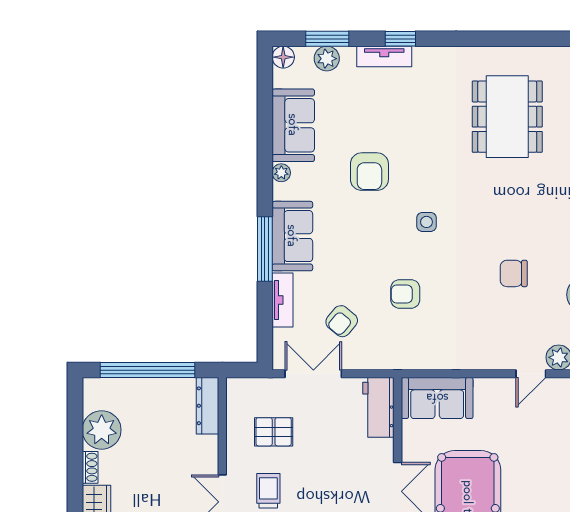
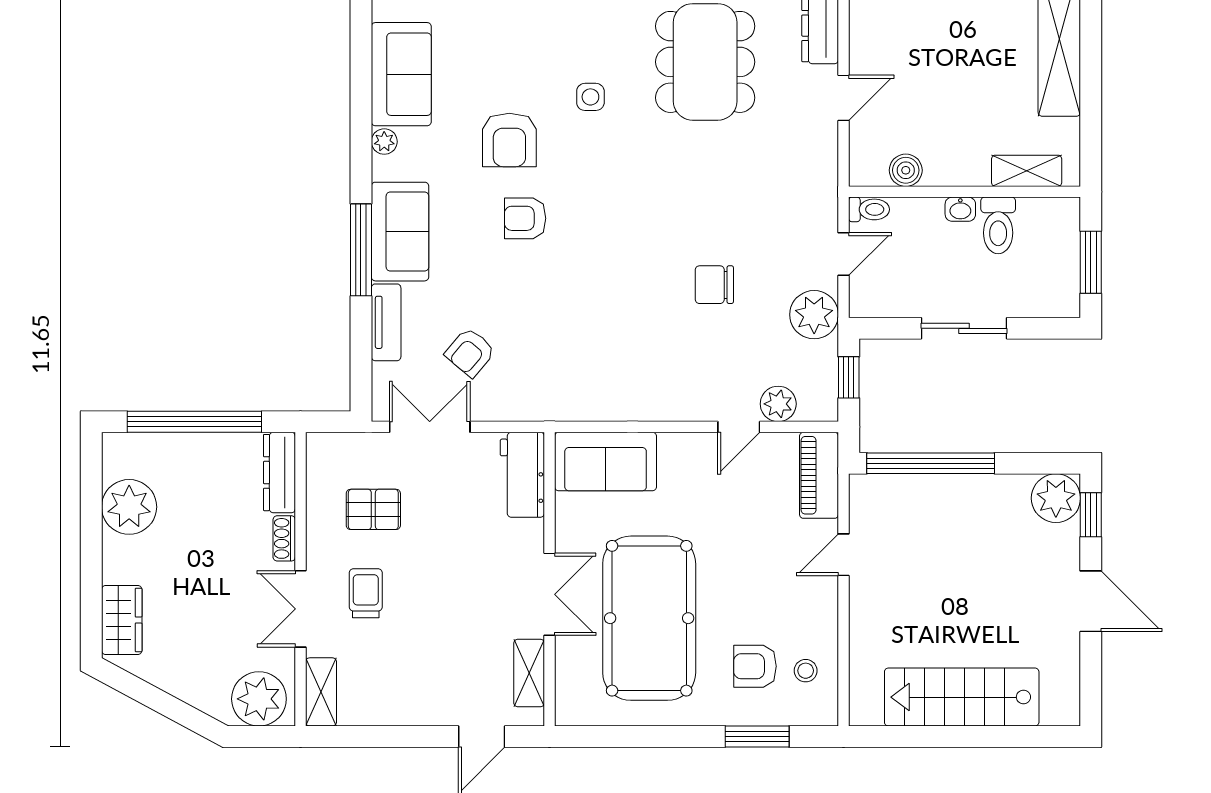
side table: (426, 222) -> (590, 97), moved
armchair: (405, 294) -> (525, 218), moved
shoe rack: (90, 467) -> (284, 538), moved, turned 180

